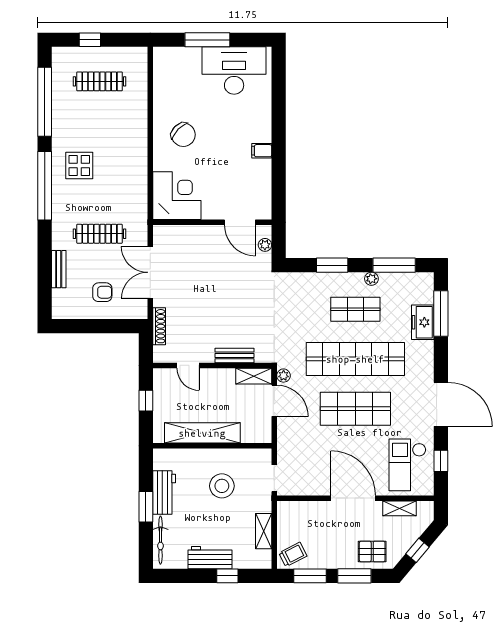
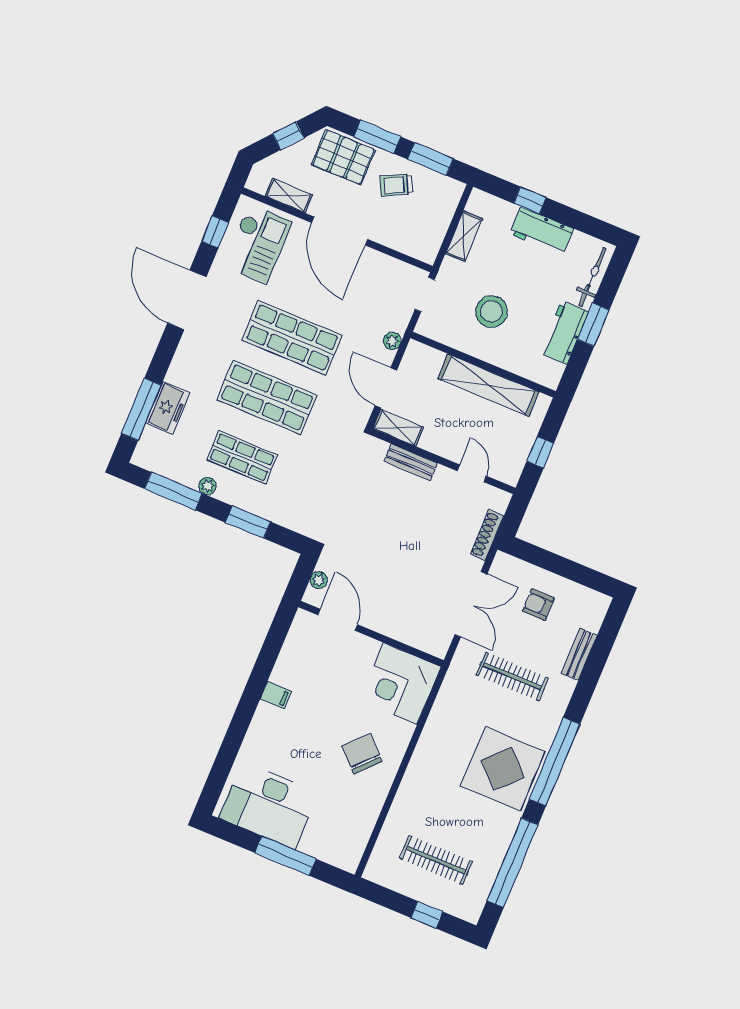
display table: (79, 166) -> (503, 769), width x1.86, depth x1.86
shop shelf: (355, 359) -> (267, 397), width x0.71
plant: (284, 376) -> (392, 341), moved
pallet: (372, 552) -> (343, 157), width x1.50, depth x1.42
trolley: (293, 554) -> (396, 185), moved

